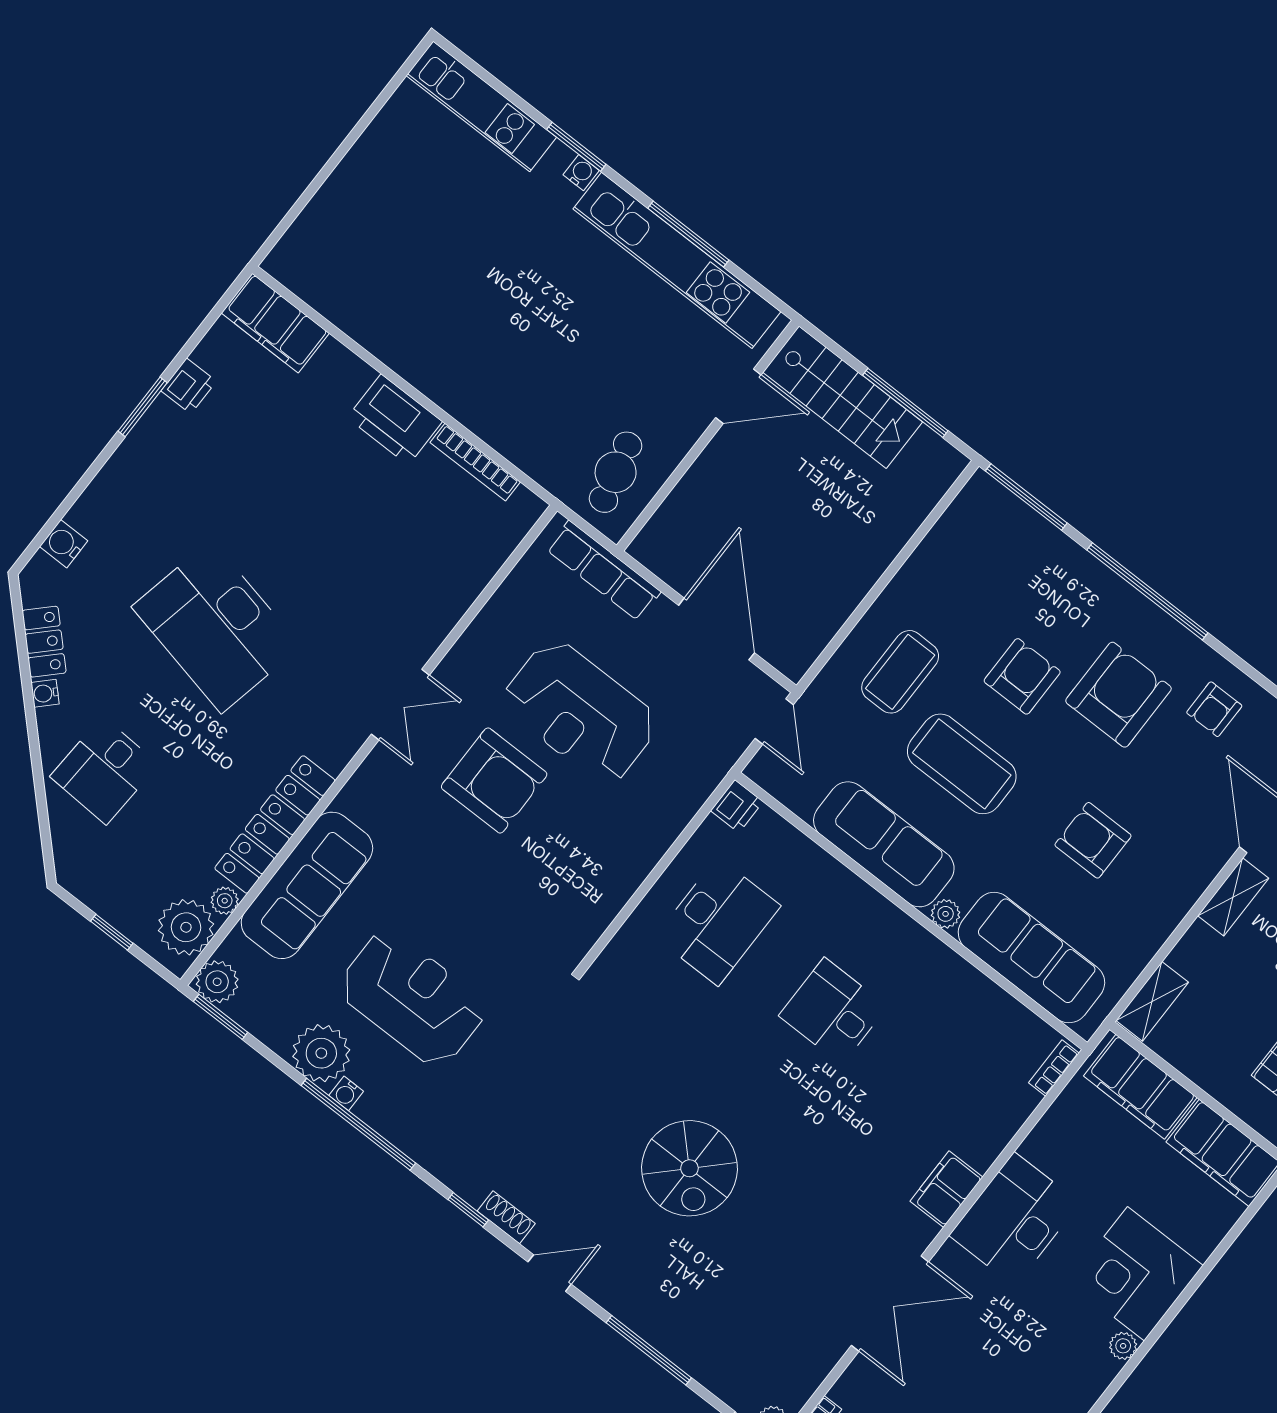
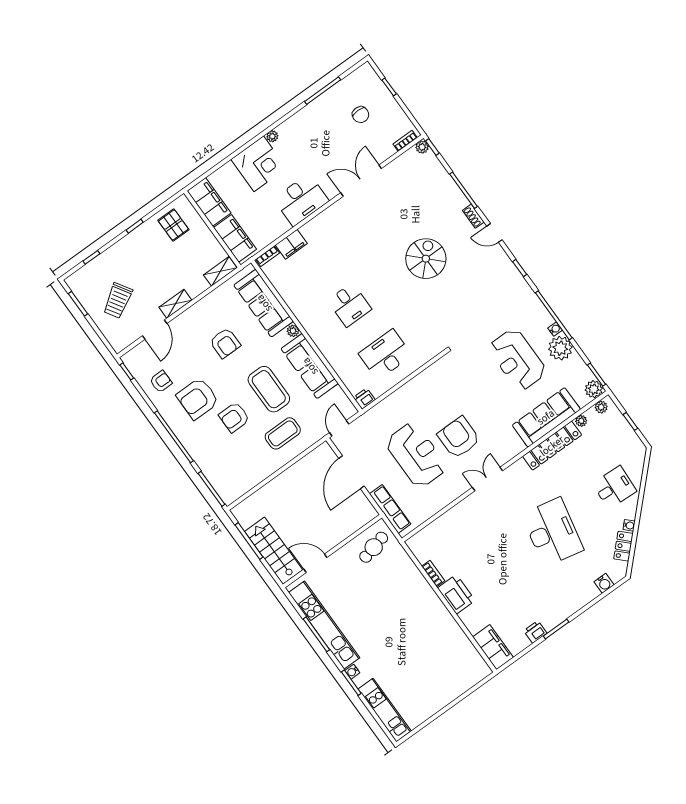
bookcase: (475, 462) -> (433, 574), width x0.64
plant: (186, 927) -> (601, 407), width x0.53, depth x0.53
filing cabinet: (946, 1189) -> (291, 244), moved
shoe rack: (506, 1217) -> (473, 216), moved

